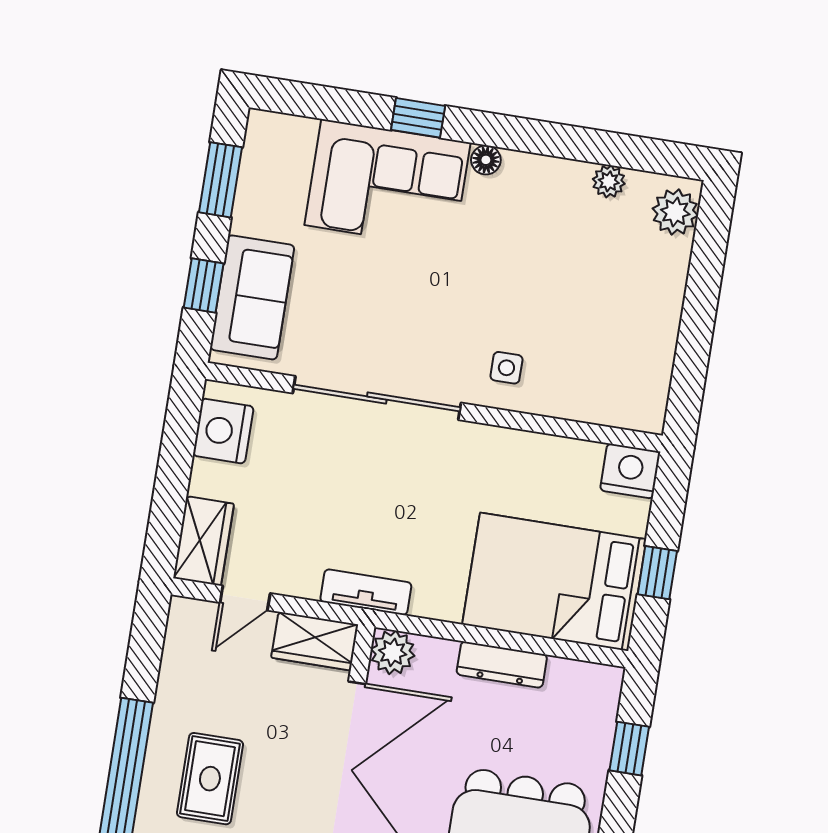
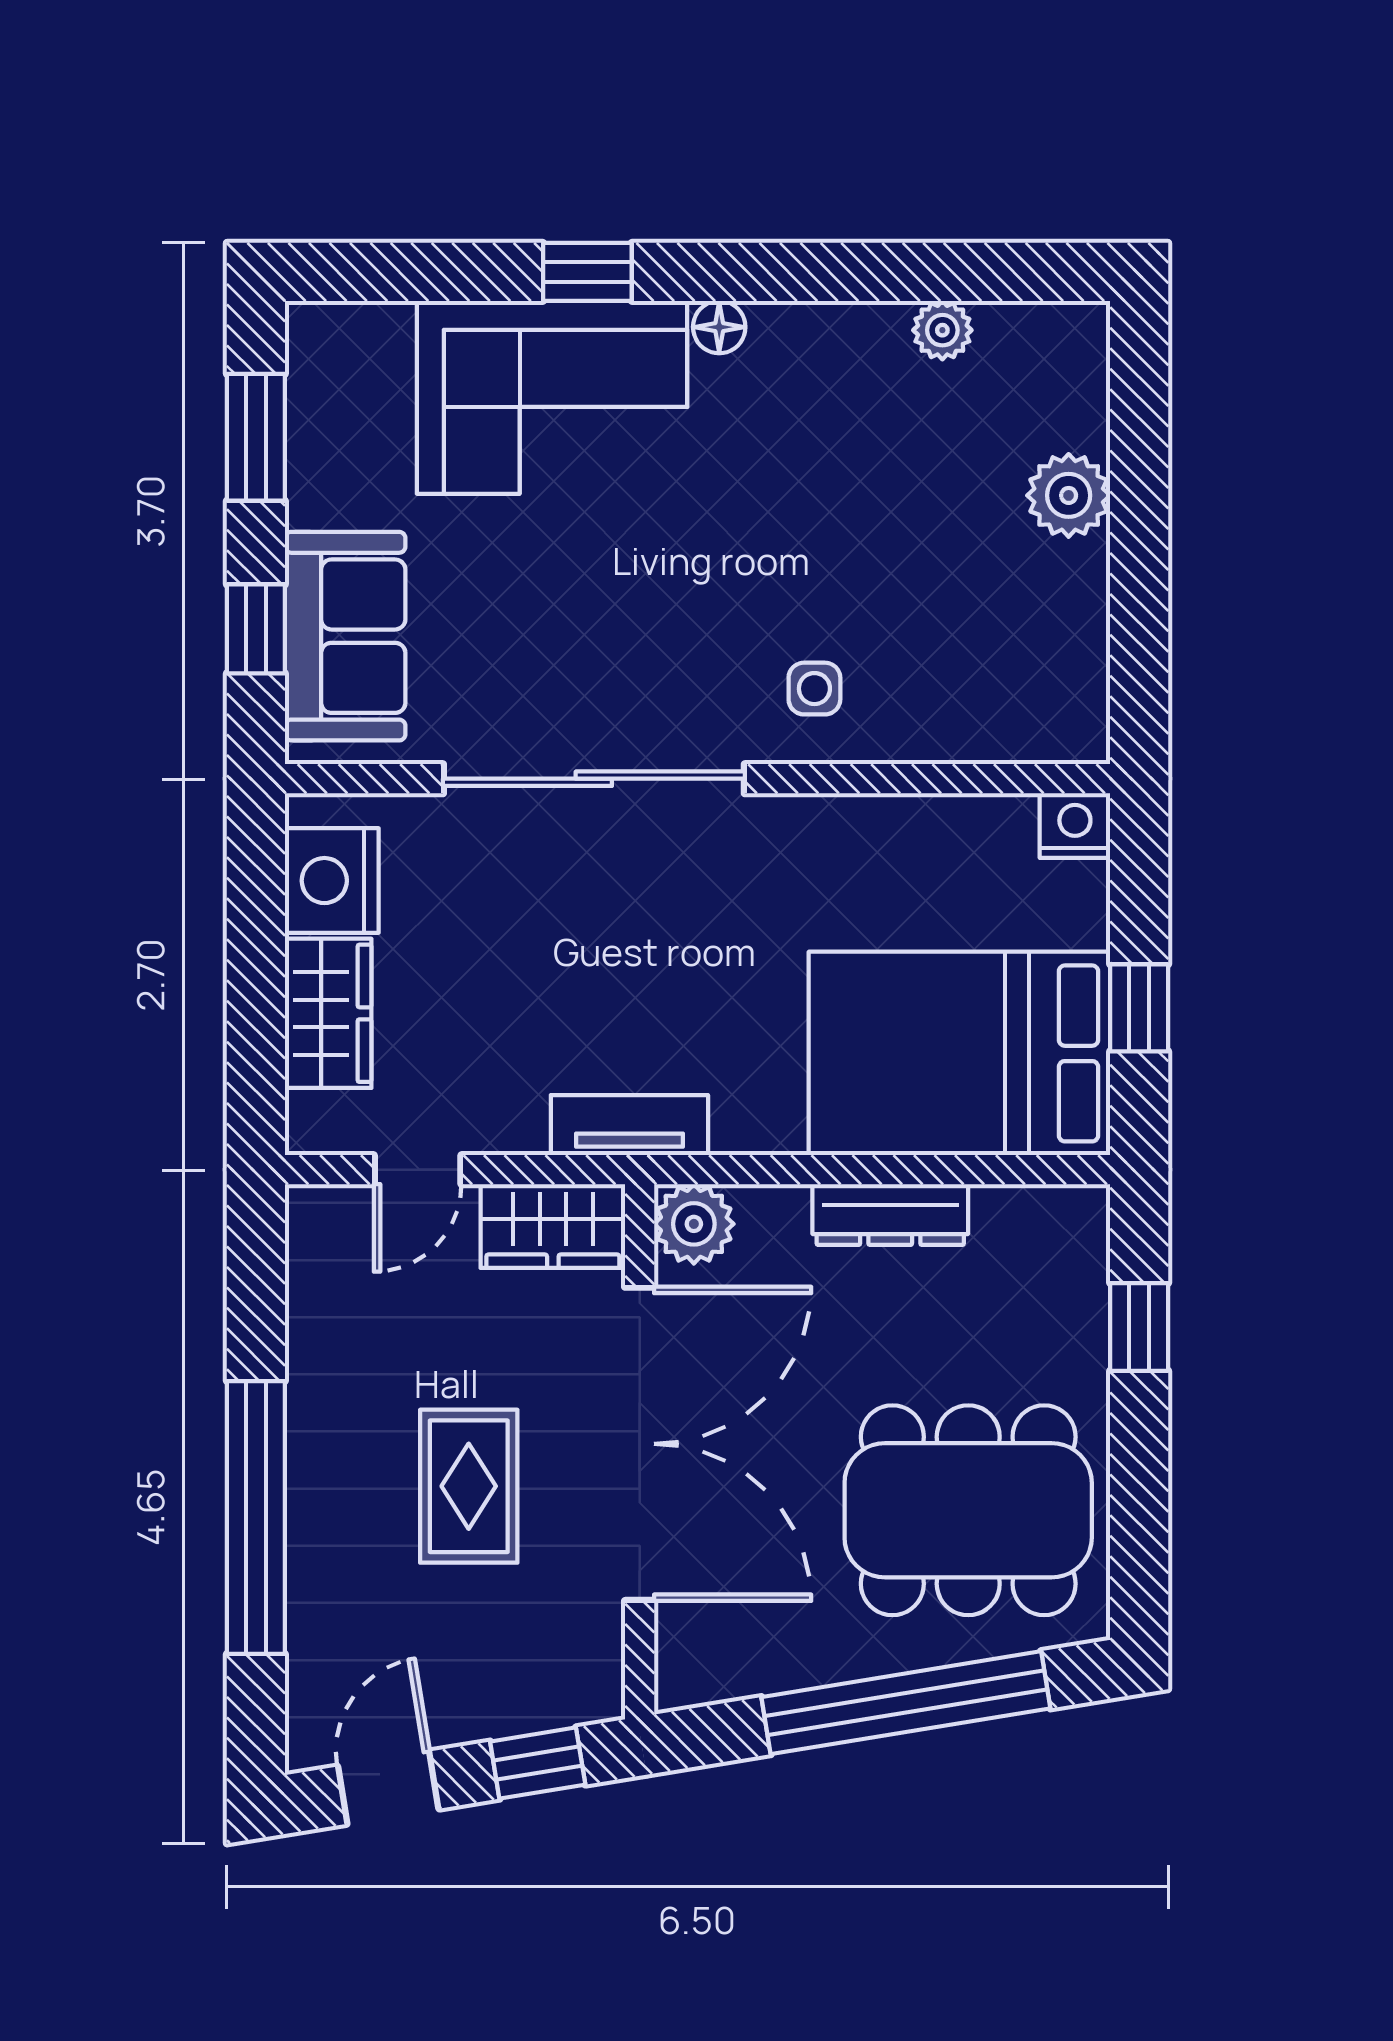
plant: (675, 212) -> (1069, 495), moved
nightstand: (630, 471) -> (1075, 826), width x0.74, depth x0.75
wardrobe: (204, 541) -> (328, 1013), moved
rug: (210, 779) -> (469, 1486), moved

